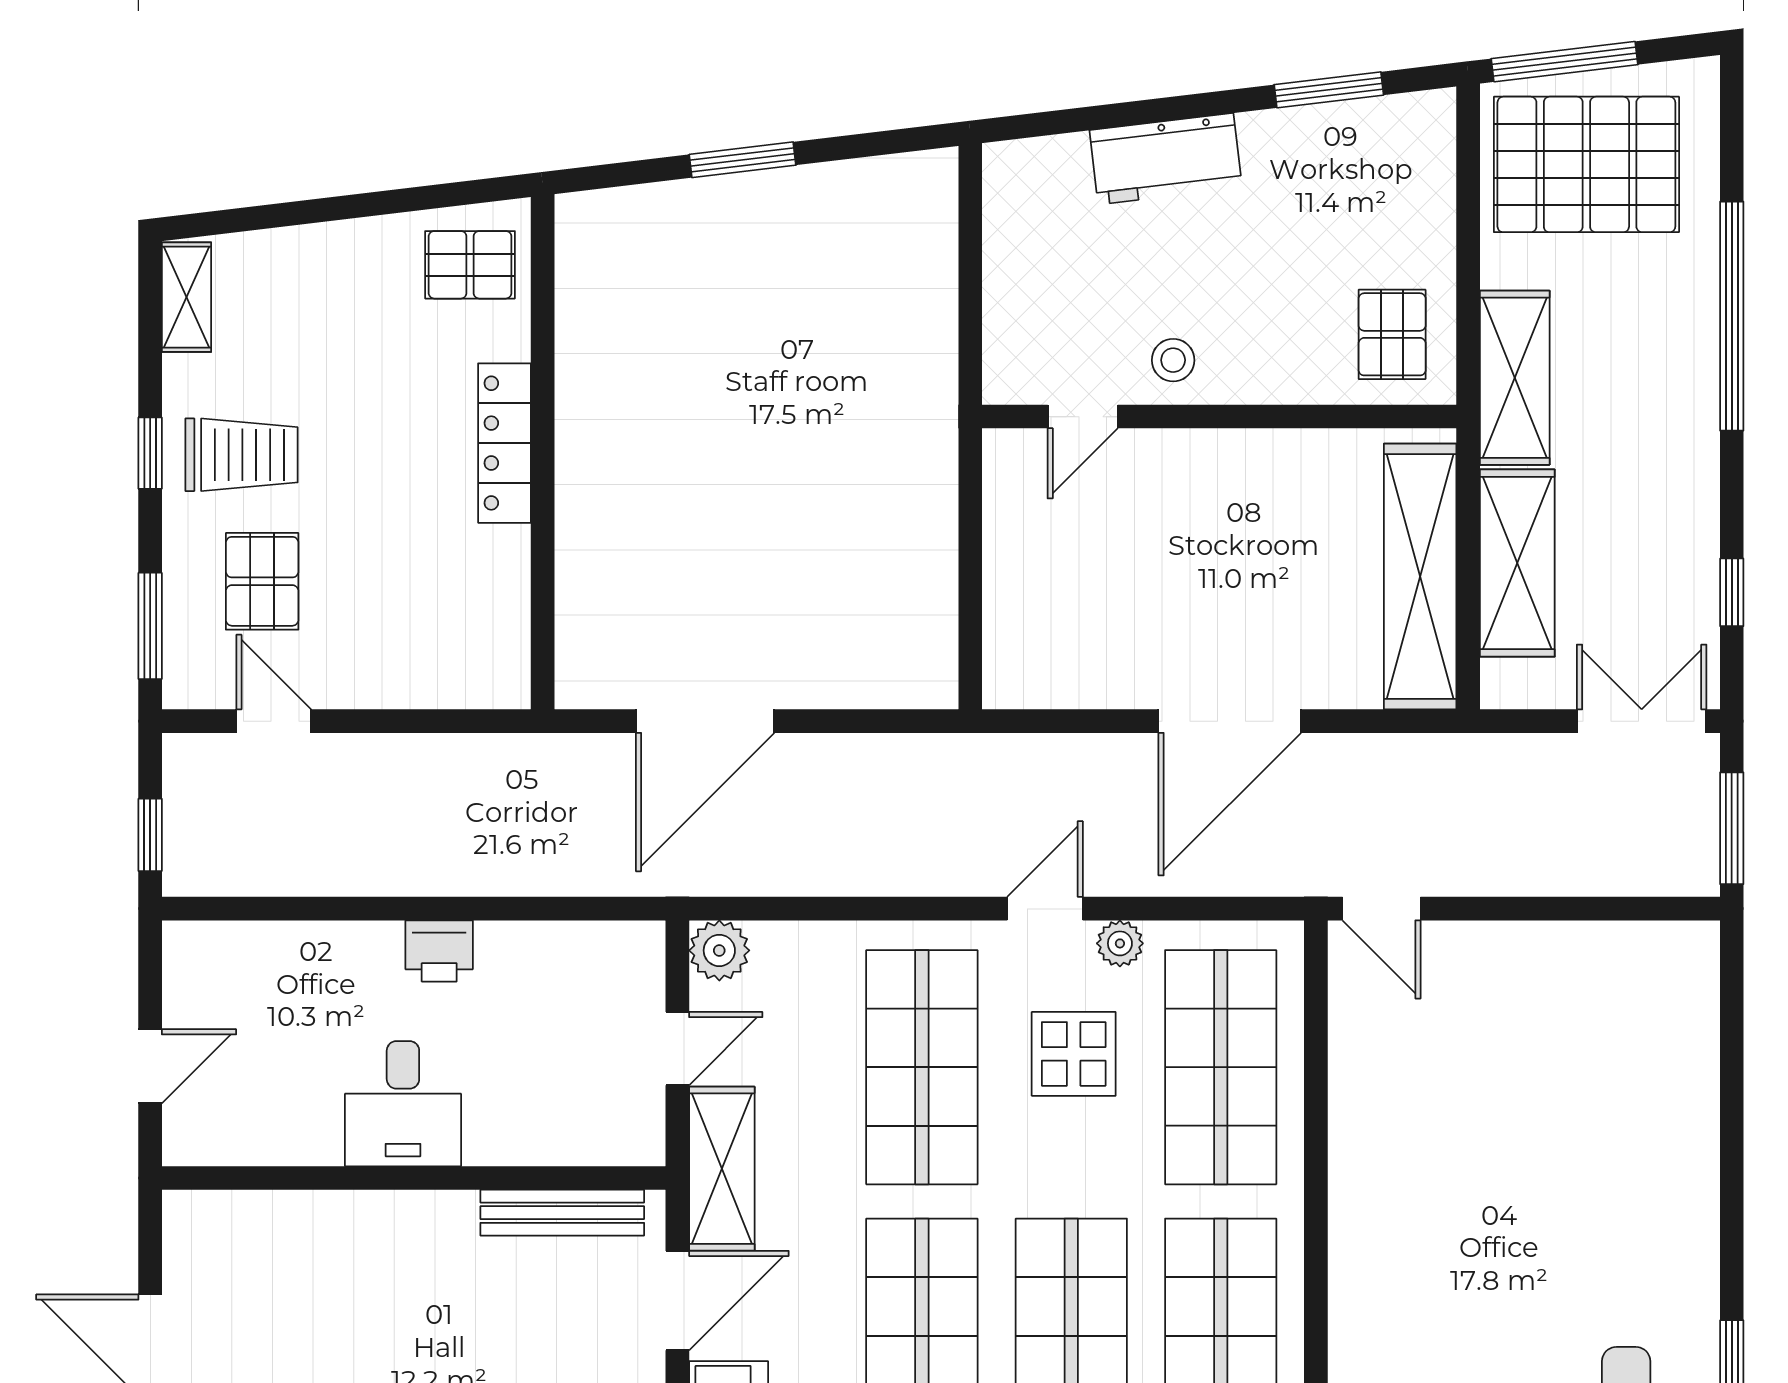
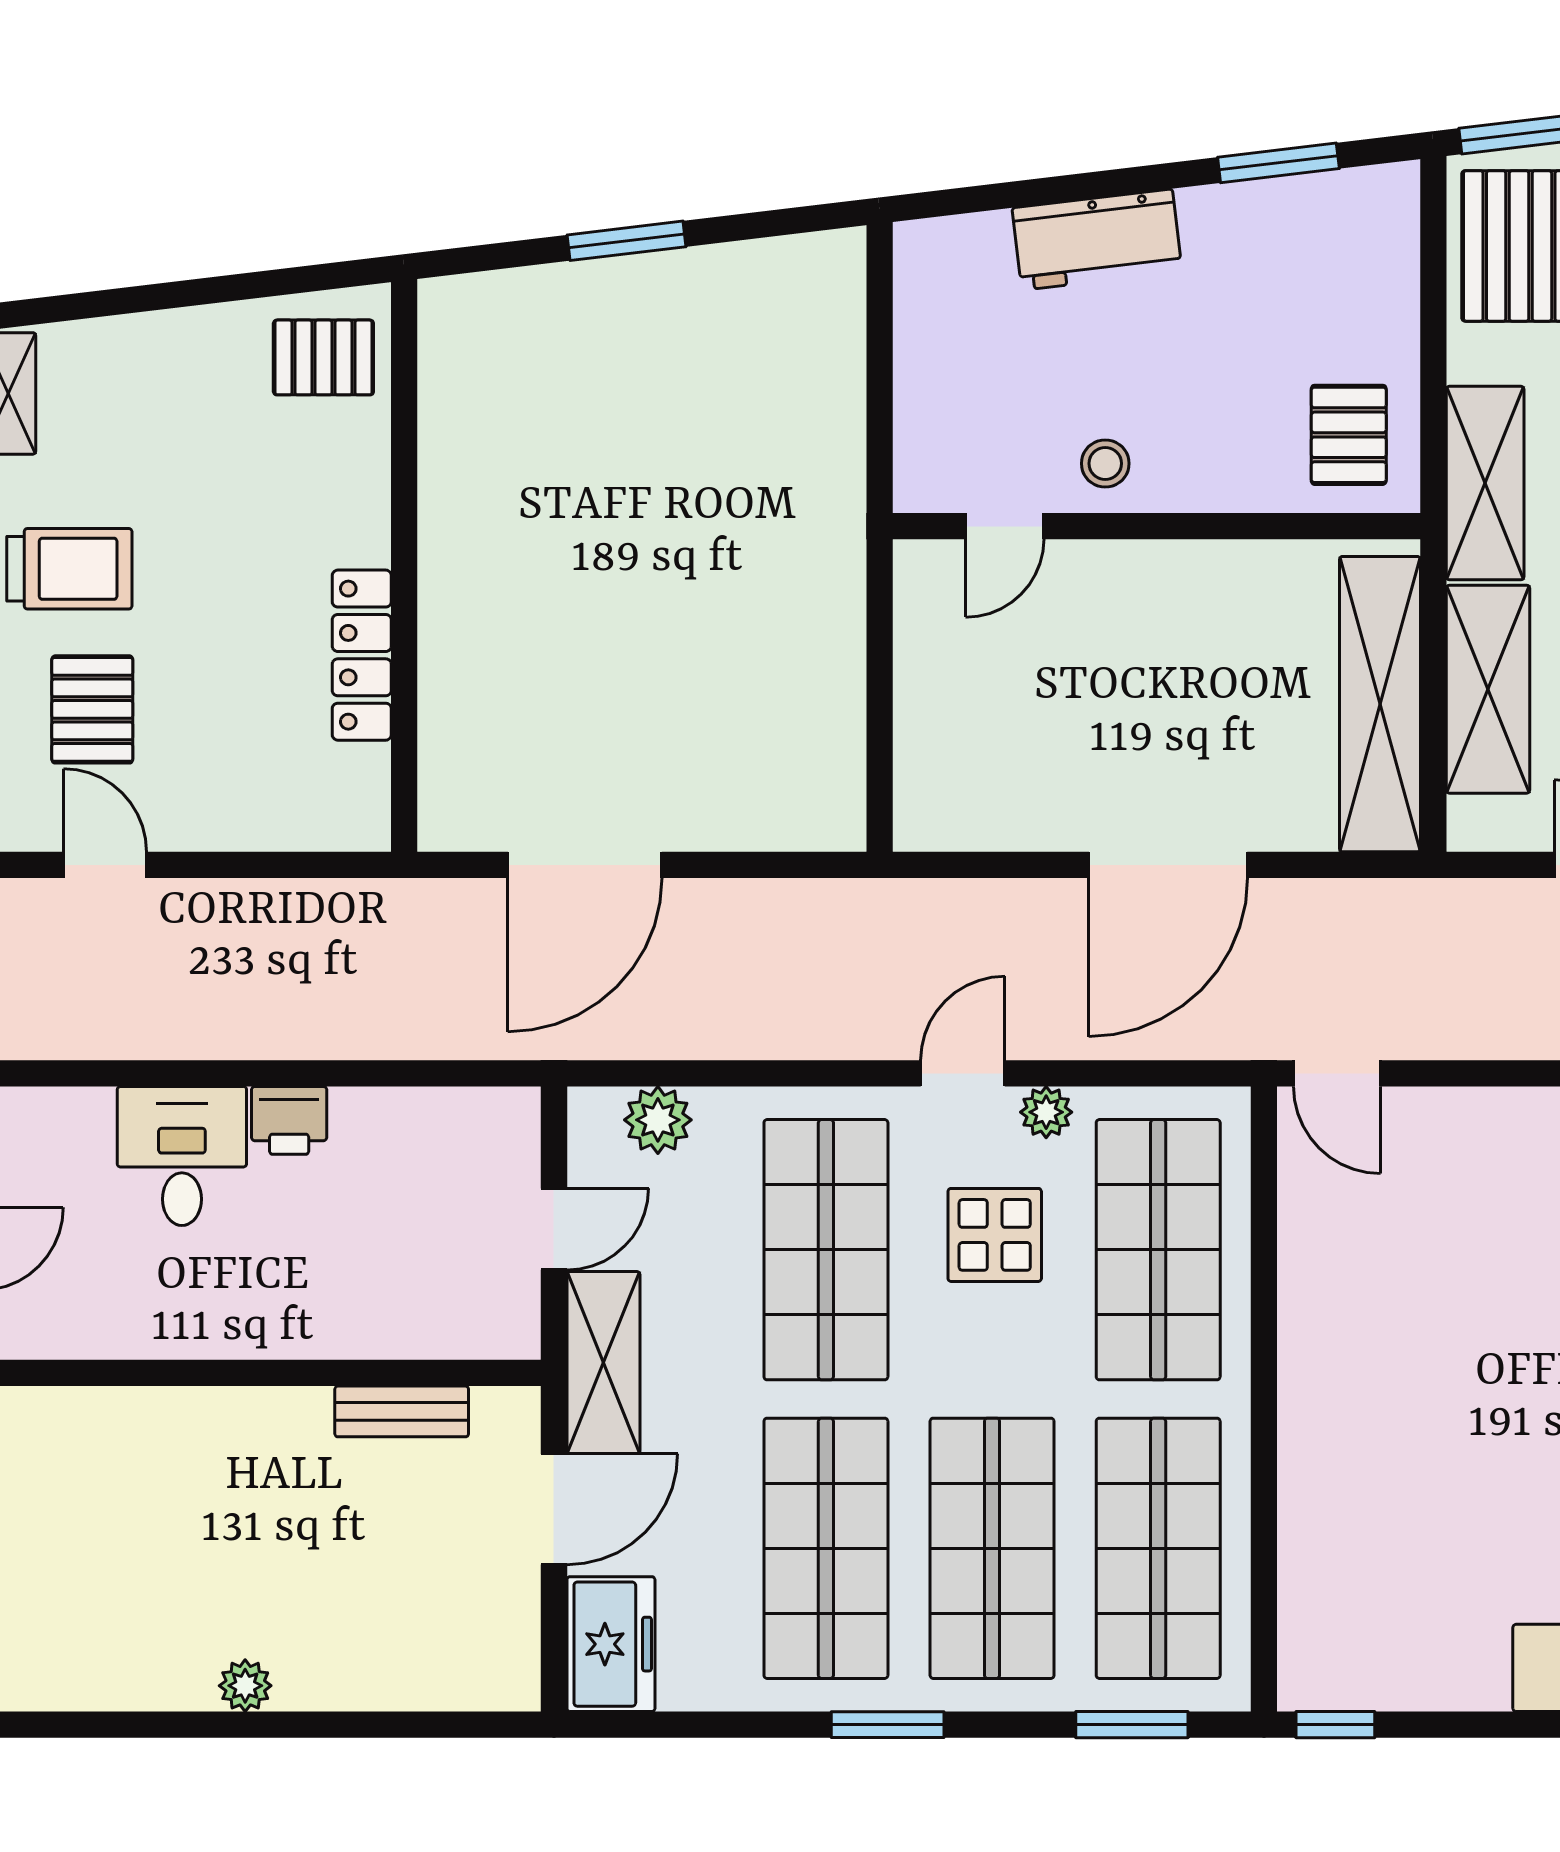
locker: (504, 443) -> (362, 655), moved
plant: (719, 950) -> (658, 1120), moved
desk: (403, 1104) -> (182, 1156), moved, turned 180
bench: (562, 1213) -> (402, 1411), width x0.73

